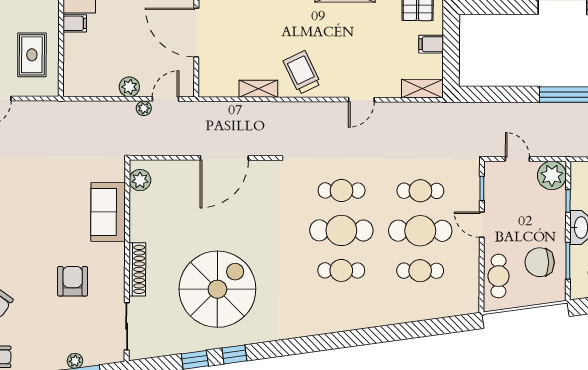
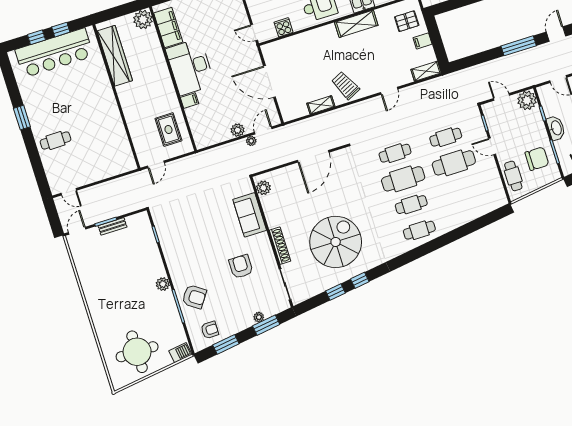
chair: (540, 262) -> (537, 159), turned 180
cafe table: (420, 271) -> (419, 230), moved

